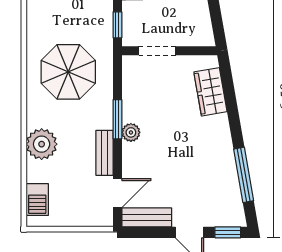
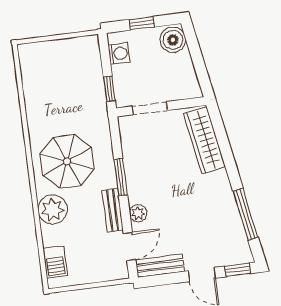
parasol: (68, 72) -> (67, 161), moved
wardrobe: (210, 92) -> (204, 140), width x1.50
plant: (131, 132) -> (138, 213), moved

